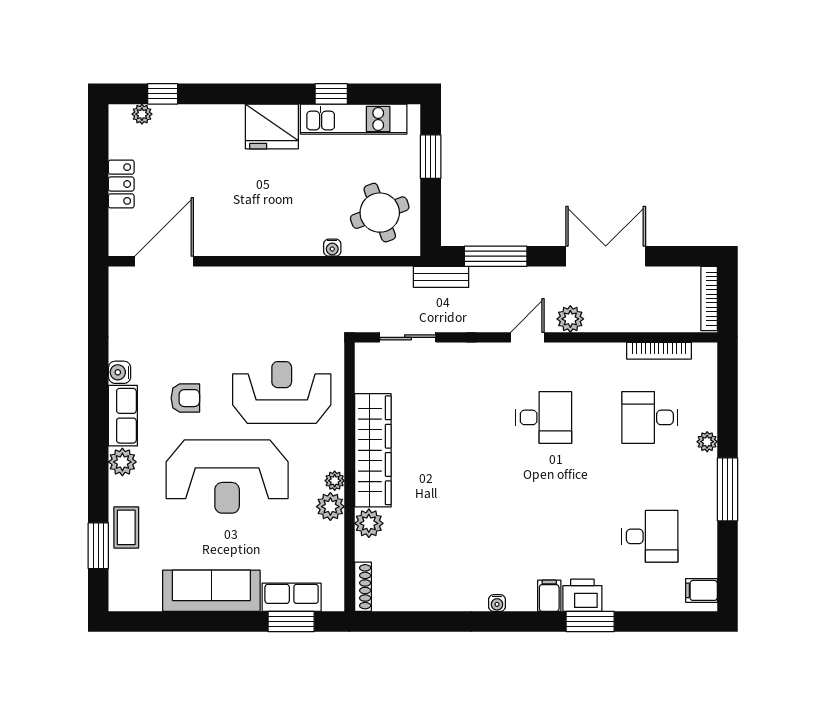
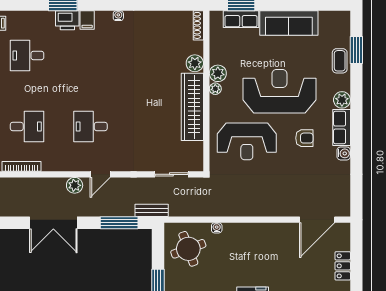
armchair: (185, 398) -> (304, 138), turned 180

